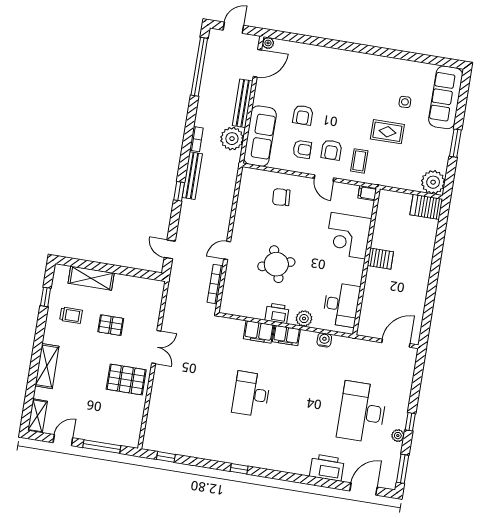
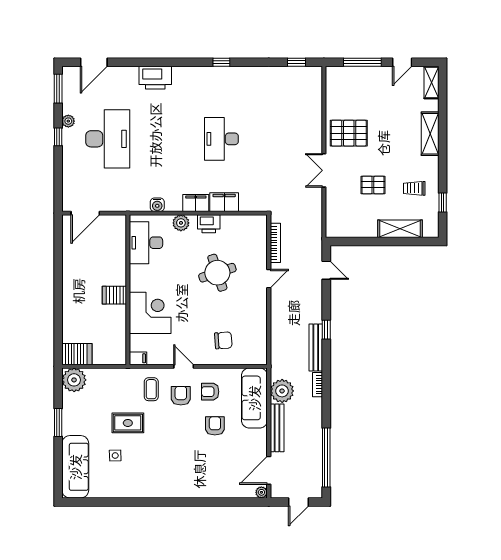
desk: (251, 394) -> (221, 139), turned 180
printer: (327, 468) -> (155, 78), moved

